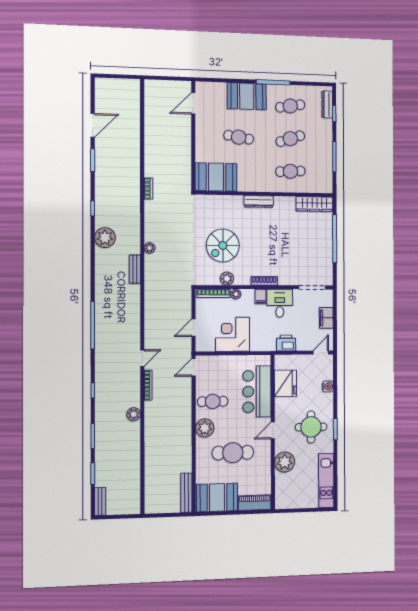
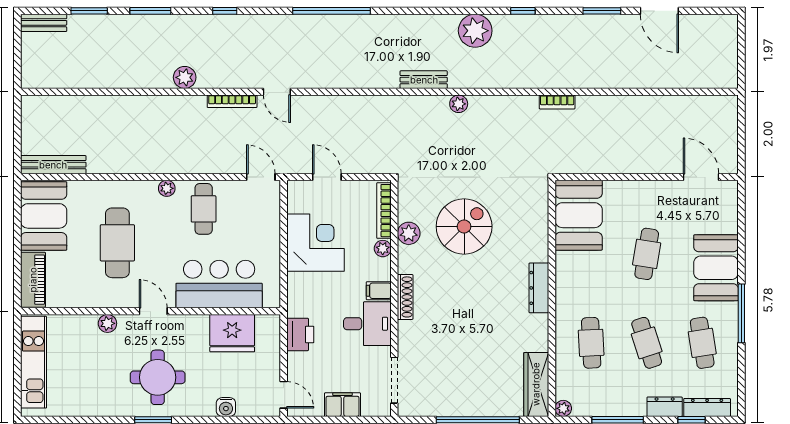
dresser: (327, 129) -> (665, 407), added
plant: (328, 188) -> (563, 408), added
spiral stairs: (223, 245) -> (464, 226), turned 90
plant: (205, 428) -> (167, 188), width x0.53, depth x0.53
plant: (285, 462) -> (107, 323), width x0.53, depth x0.53
kitchen unit: (326, 480) -> (34, 362), moved, turned 90

